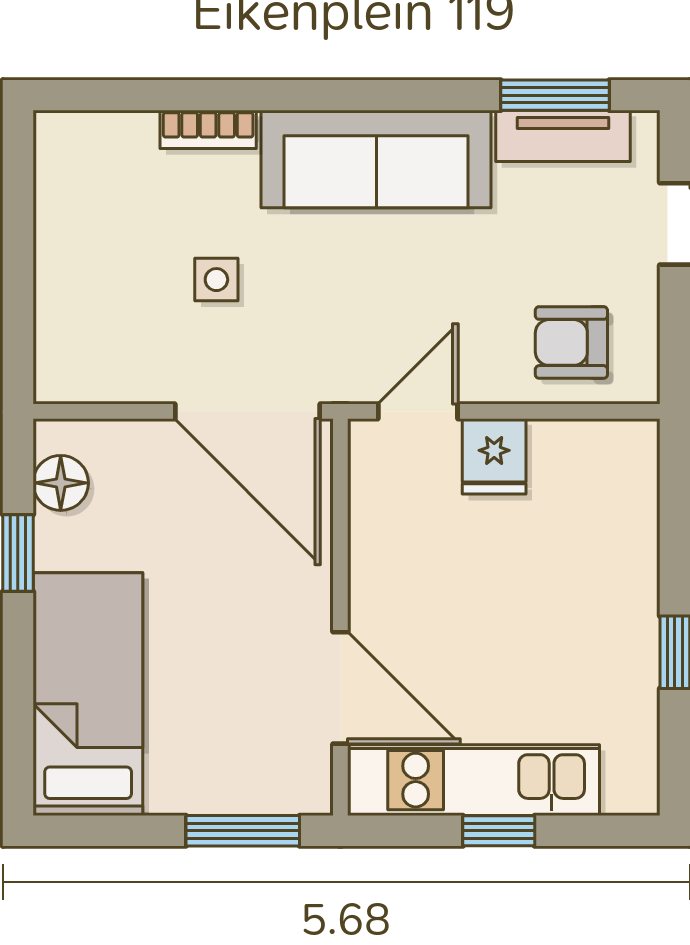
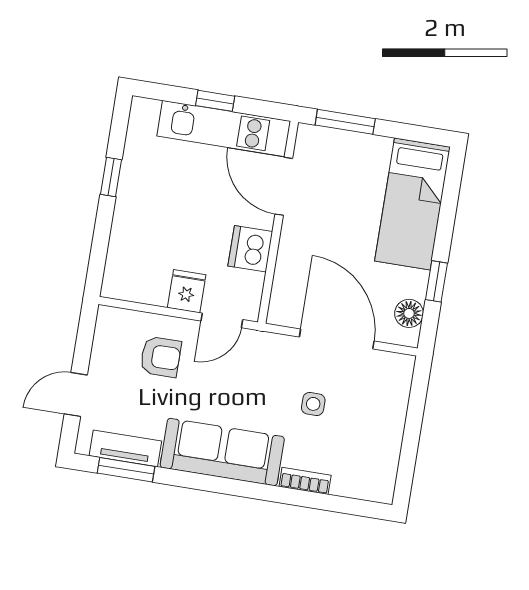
armchair: (571, 342) -> (161, 357), moved
door: (247, 411) -> (337, 339), moved
dishwasher: (385, 558) -> (250, 249), added

